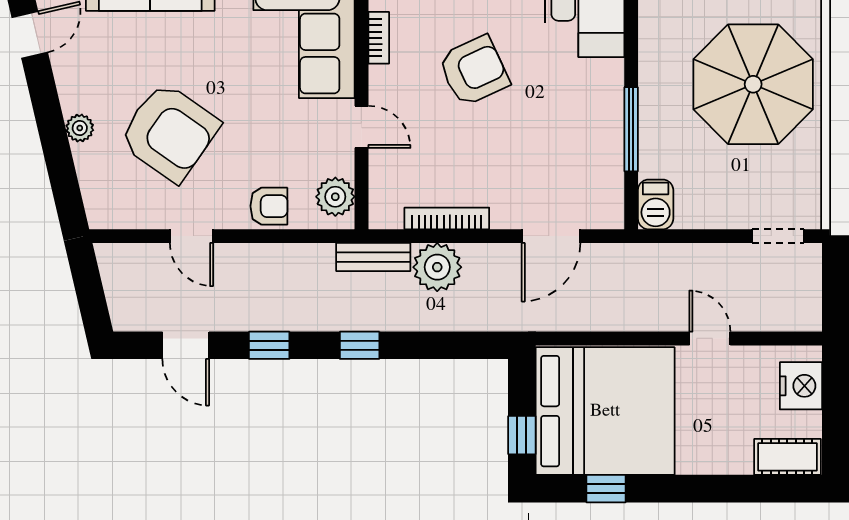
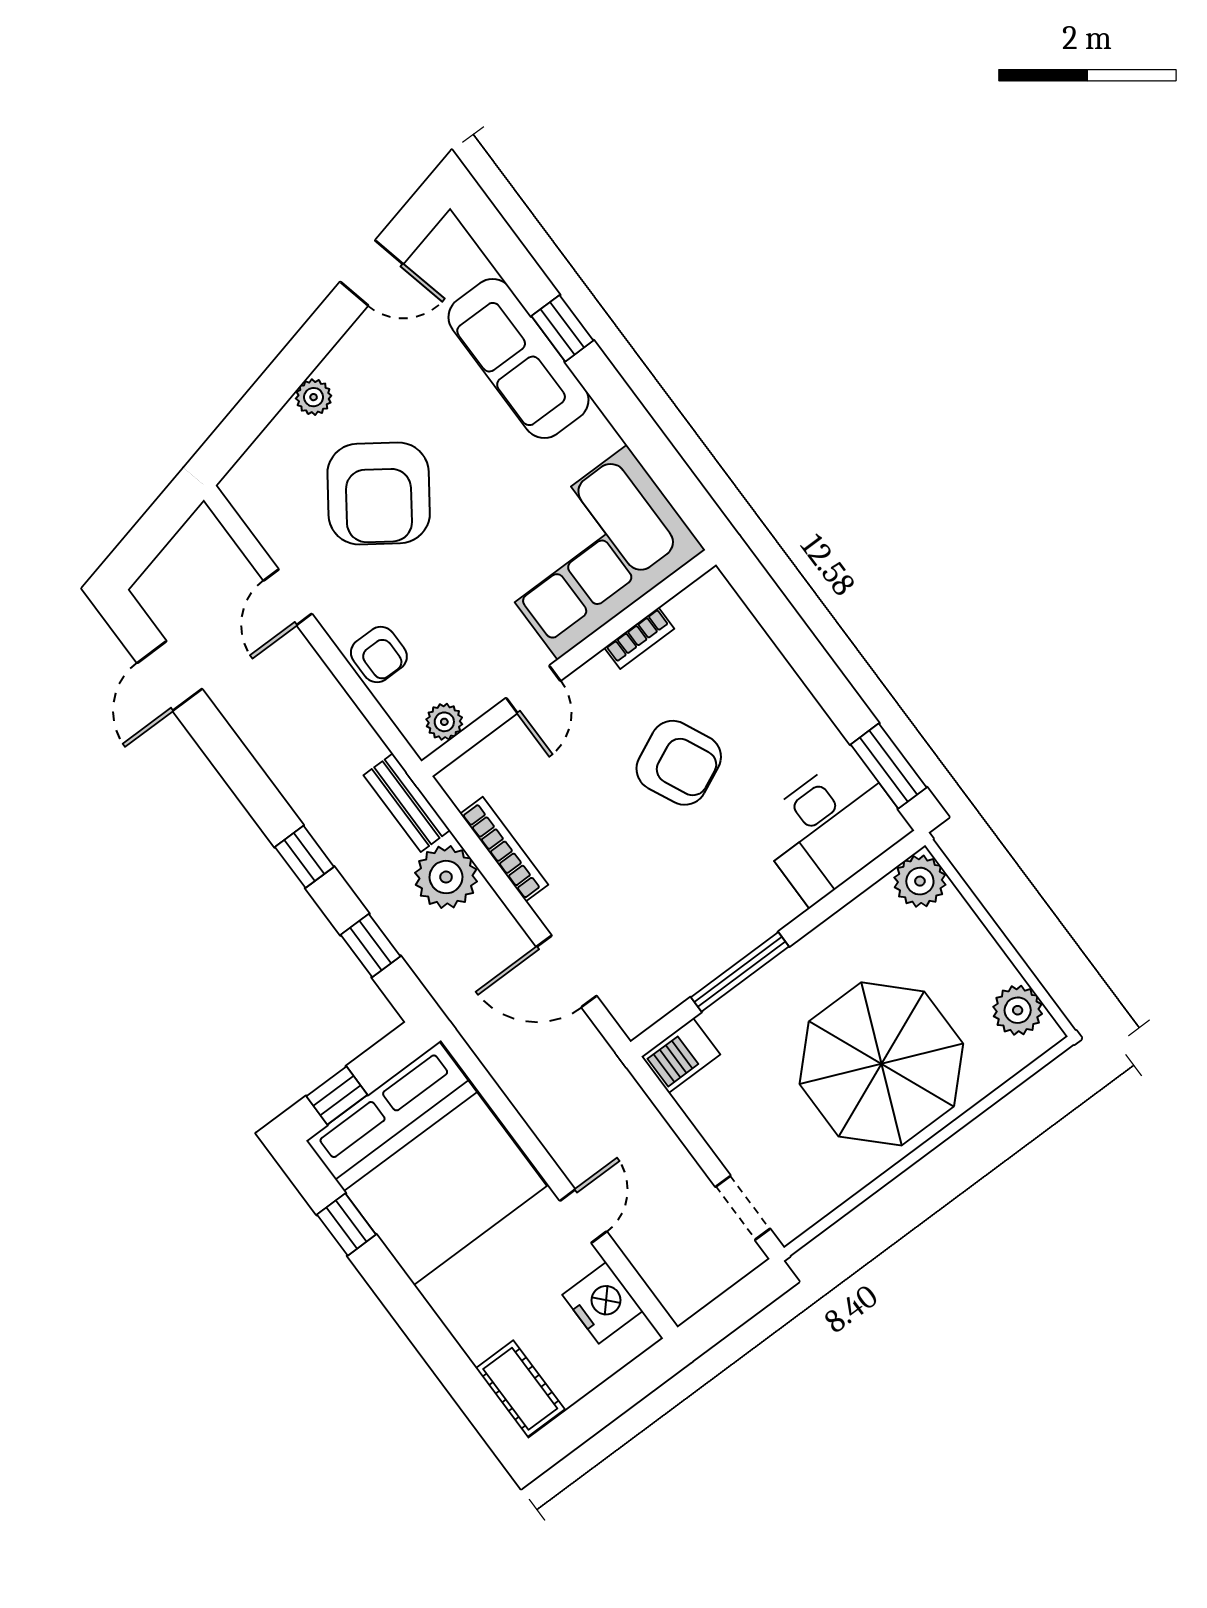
plant: (335, 197) -> (444, 722), width x0.73, depth x0.73
window: (269, 345) -> (370, 946), moved
nightstand: (801, 386) -> (603, 1303), moved, turned -90

